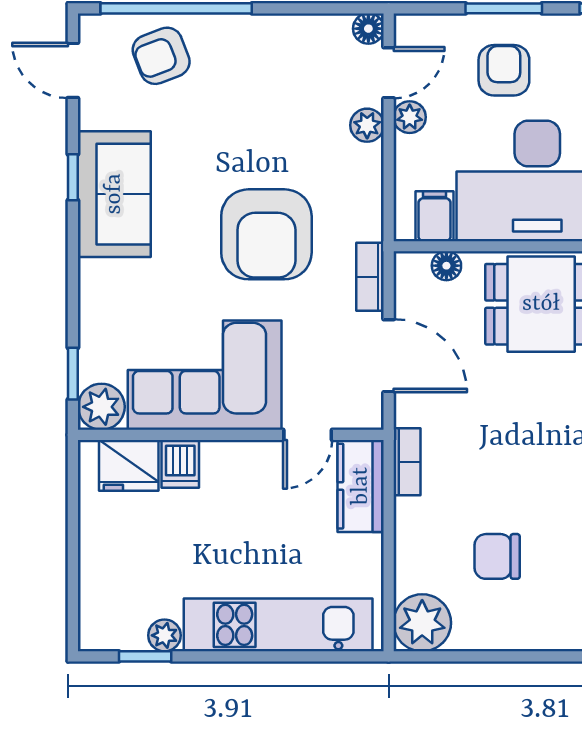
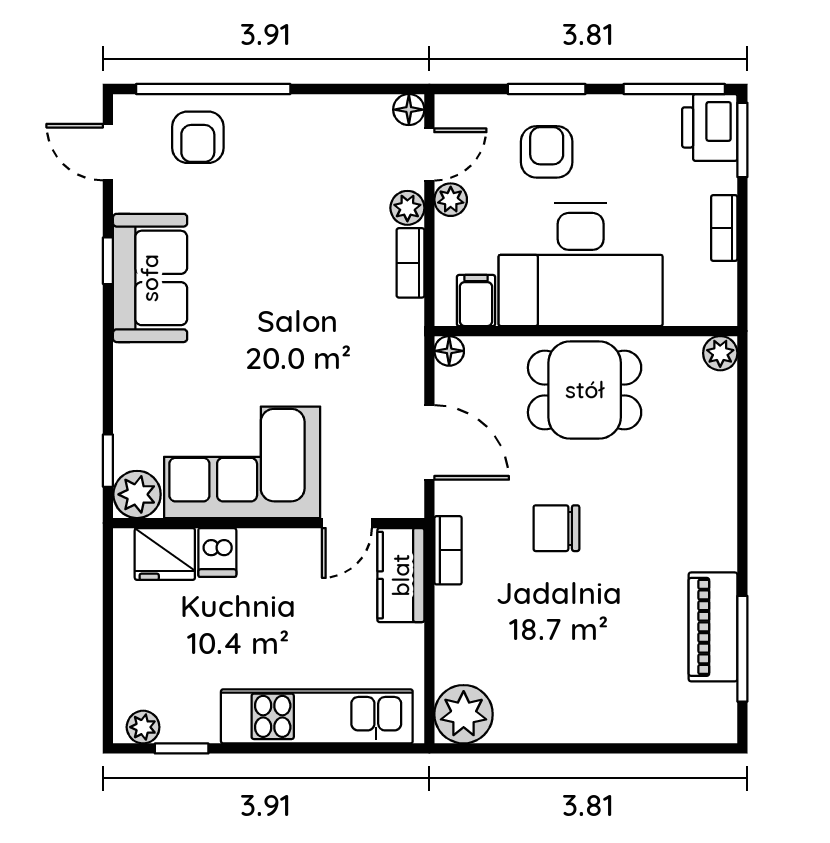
armchair: (161, 56) -> (198, 137), turned -69
armchair: (266, 234) -> (305, 319), removed
floor lamp: (446, 266) -> (449, 351), moved
bookcase: (370, 277) -> (410, 263), moved
chair: (497, 556) -> (556, 528), moved
plant: (164, 635) -> (143, 727), moved

